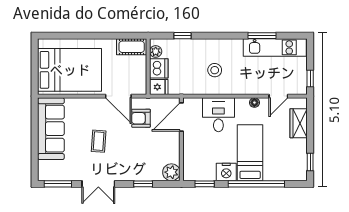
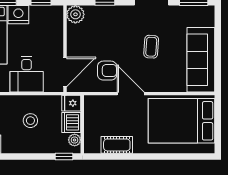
plant: (156, 51) -> (75, 140), moved
wall: (148, 67) -> (82, 124), moved
dishwasher: (159, 68) -> (71, 122), moved
fridge: (159, 87) -> (71, 103), moved

